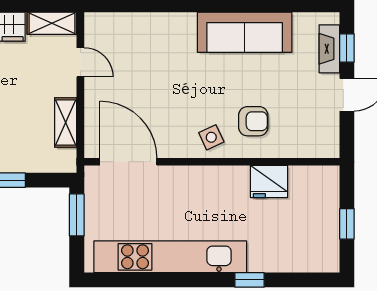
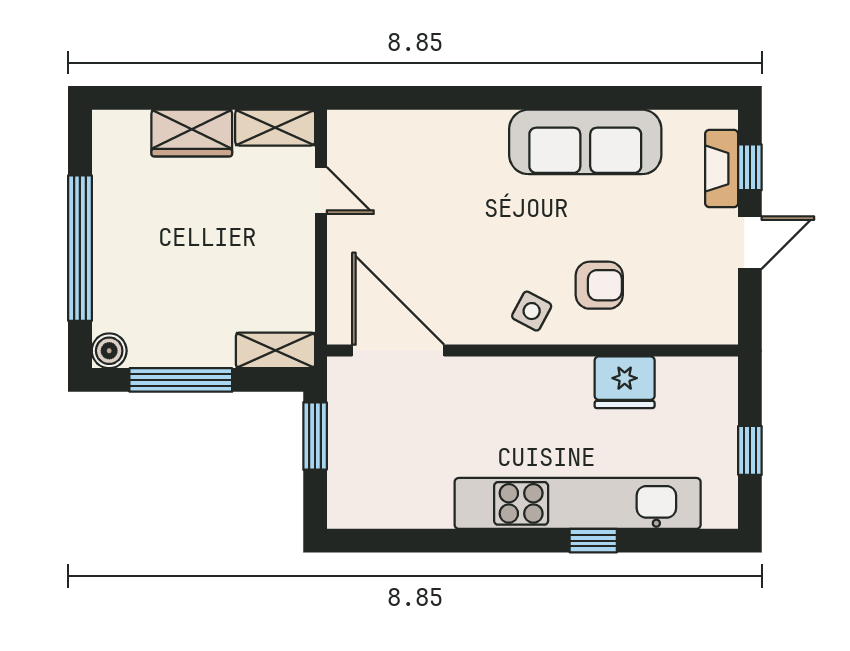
shelving: (66, 122) -> (275, 350), moved, turned 90
side table: (211, 137) -> (532, 311), turned -37
kitchen unit: (170, 257) -> (578, 503), moved

